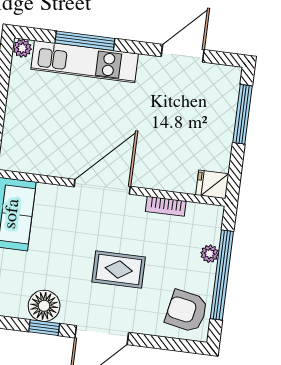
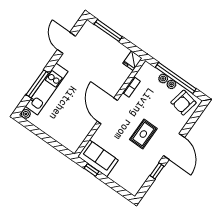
rug: (119, 269) -> (143, 134), moved
plant: (207, 273) -> (171, 84), added
floor lamp: (44, 306) -> (147, 166), removed

